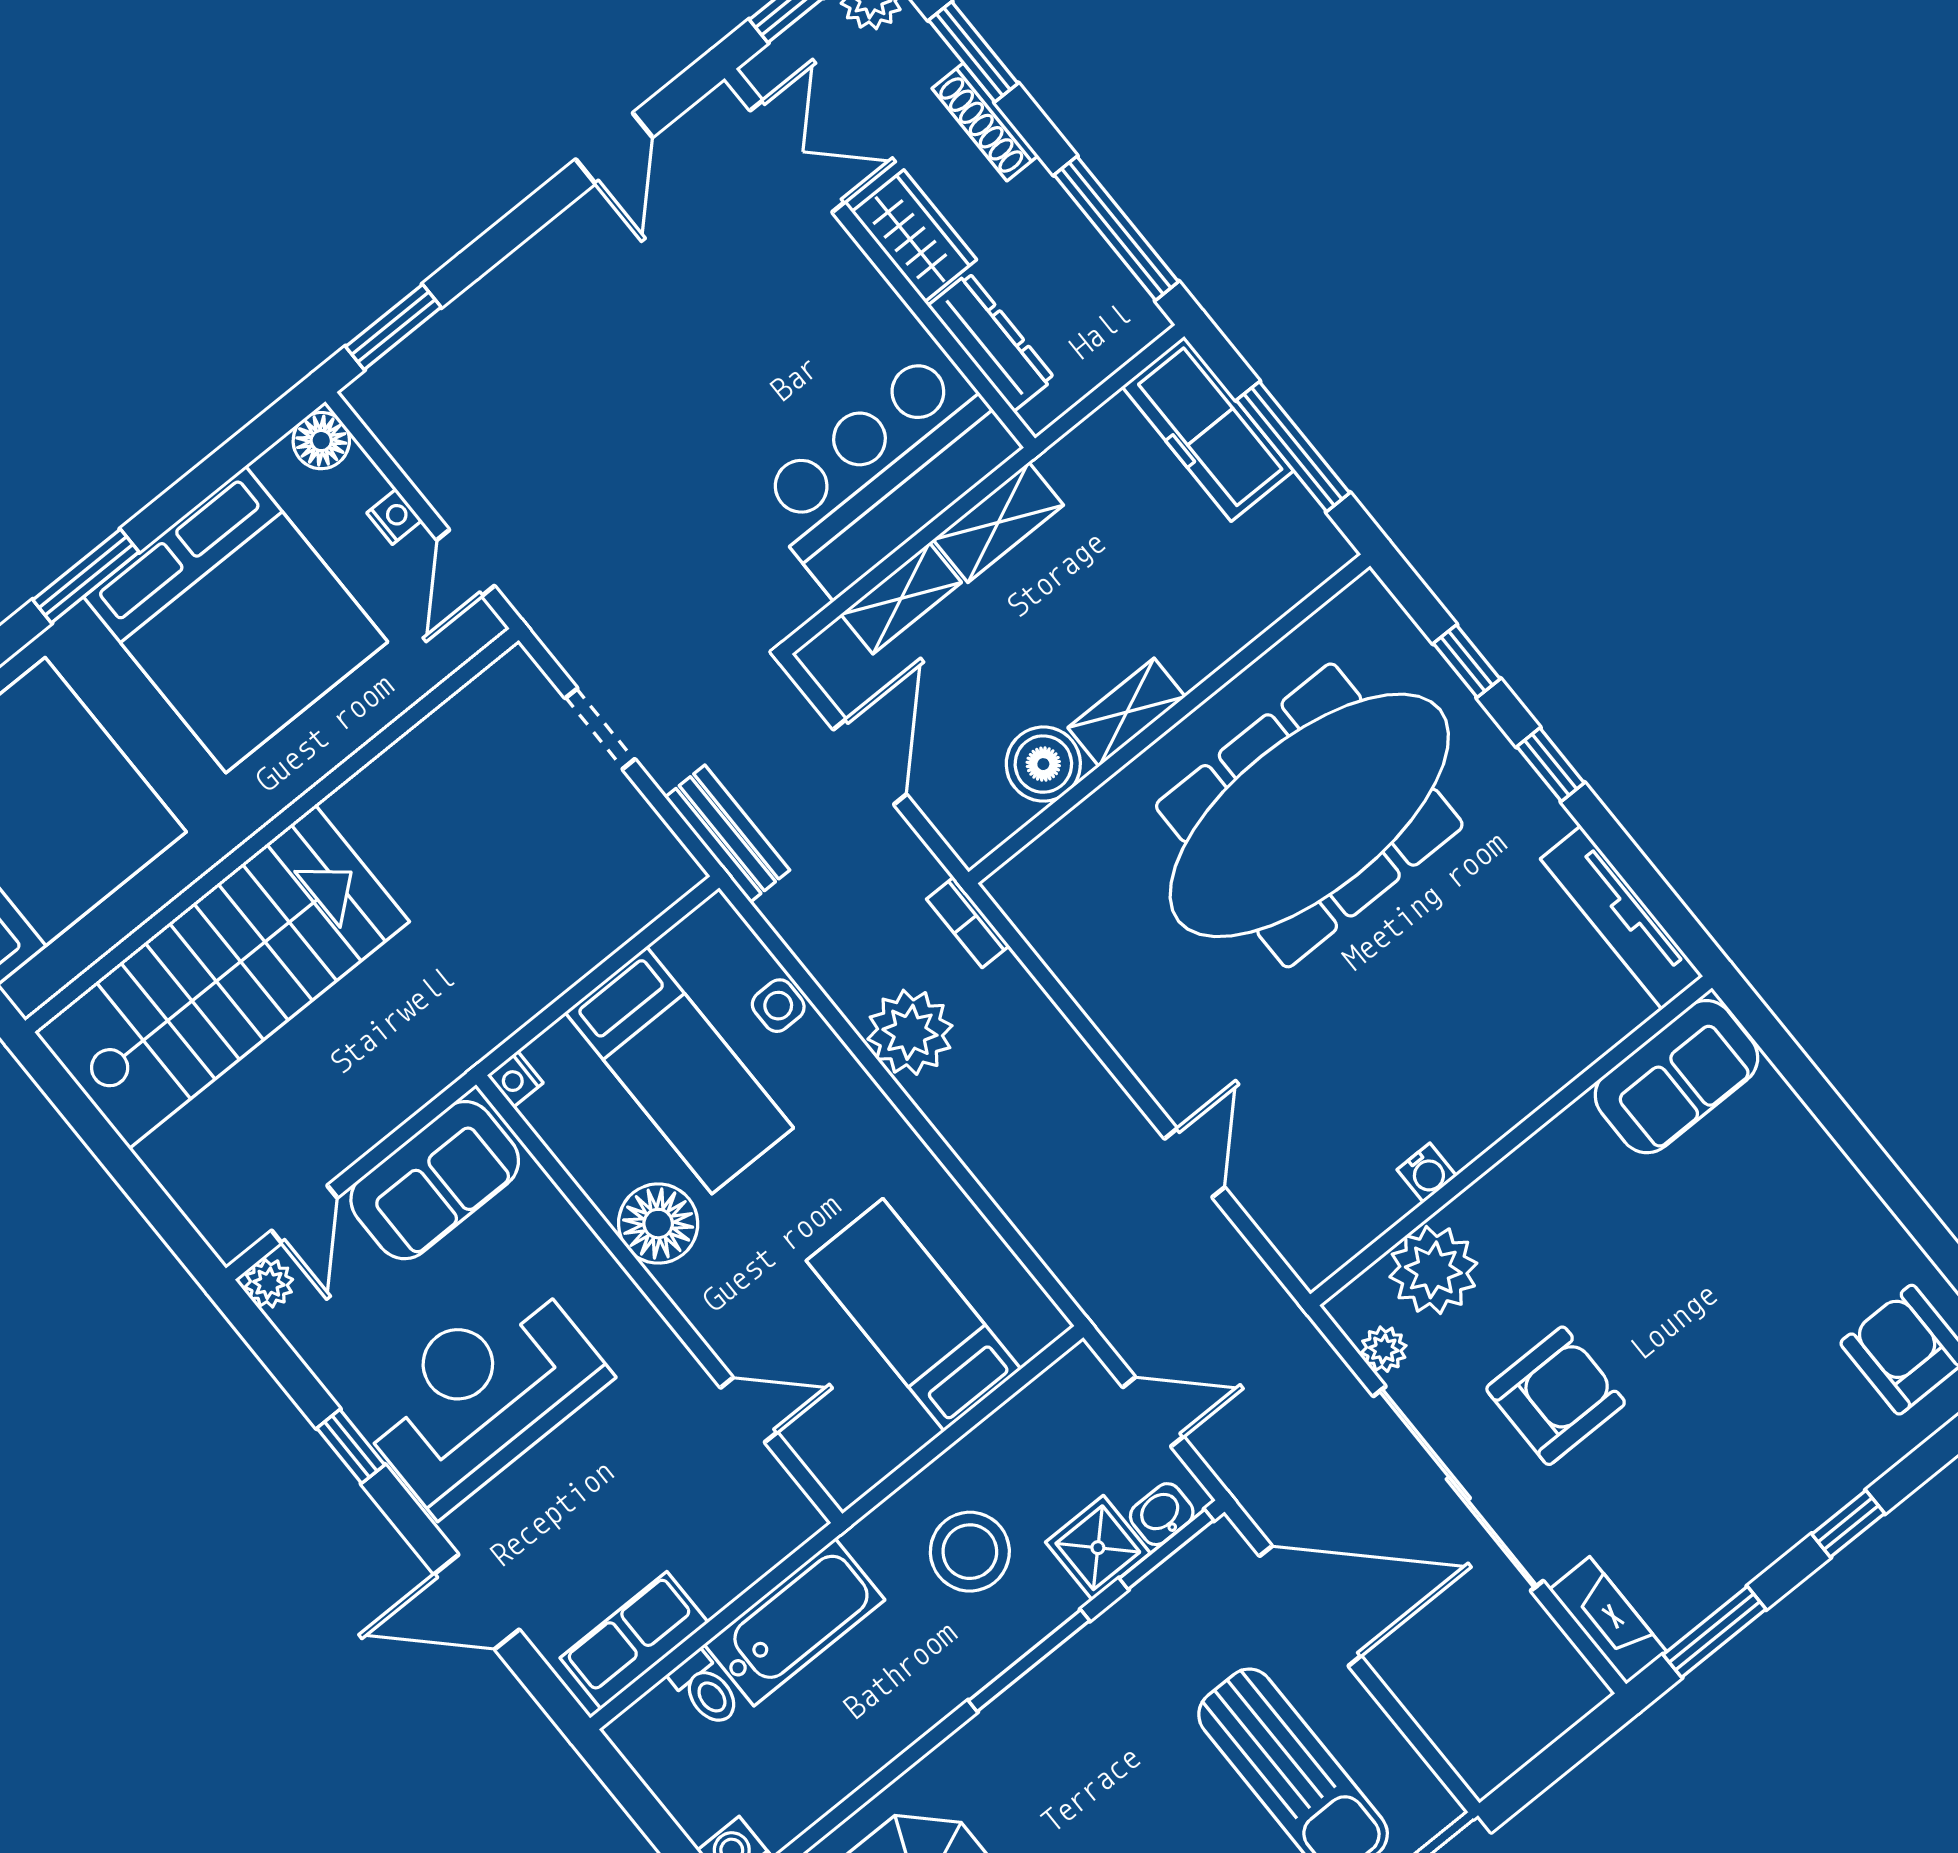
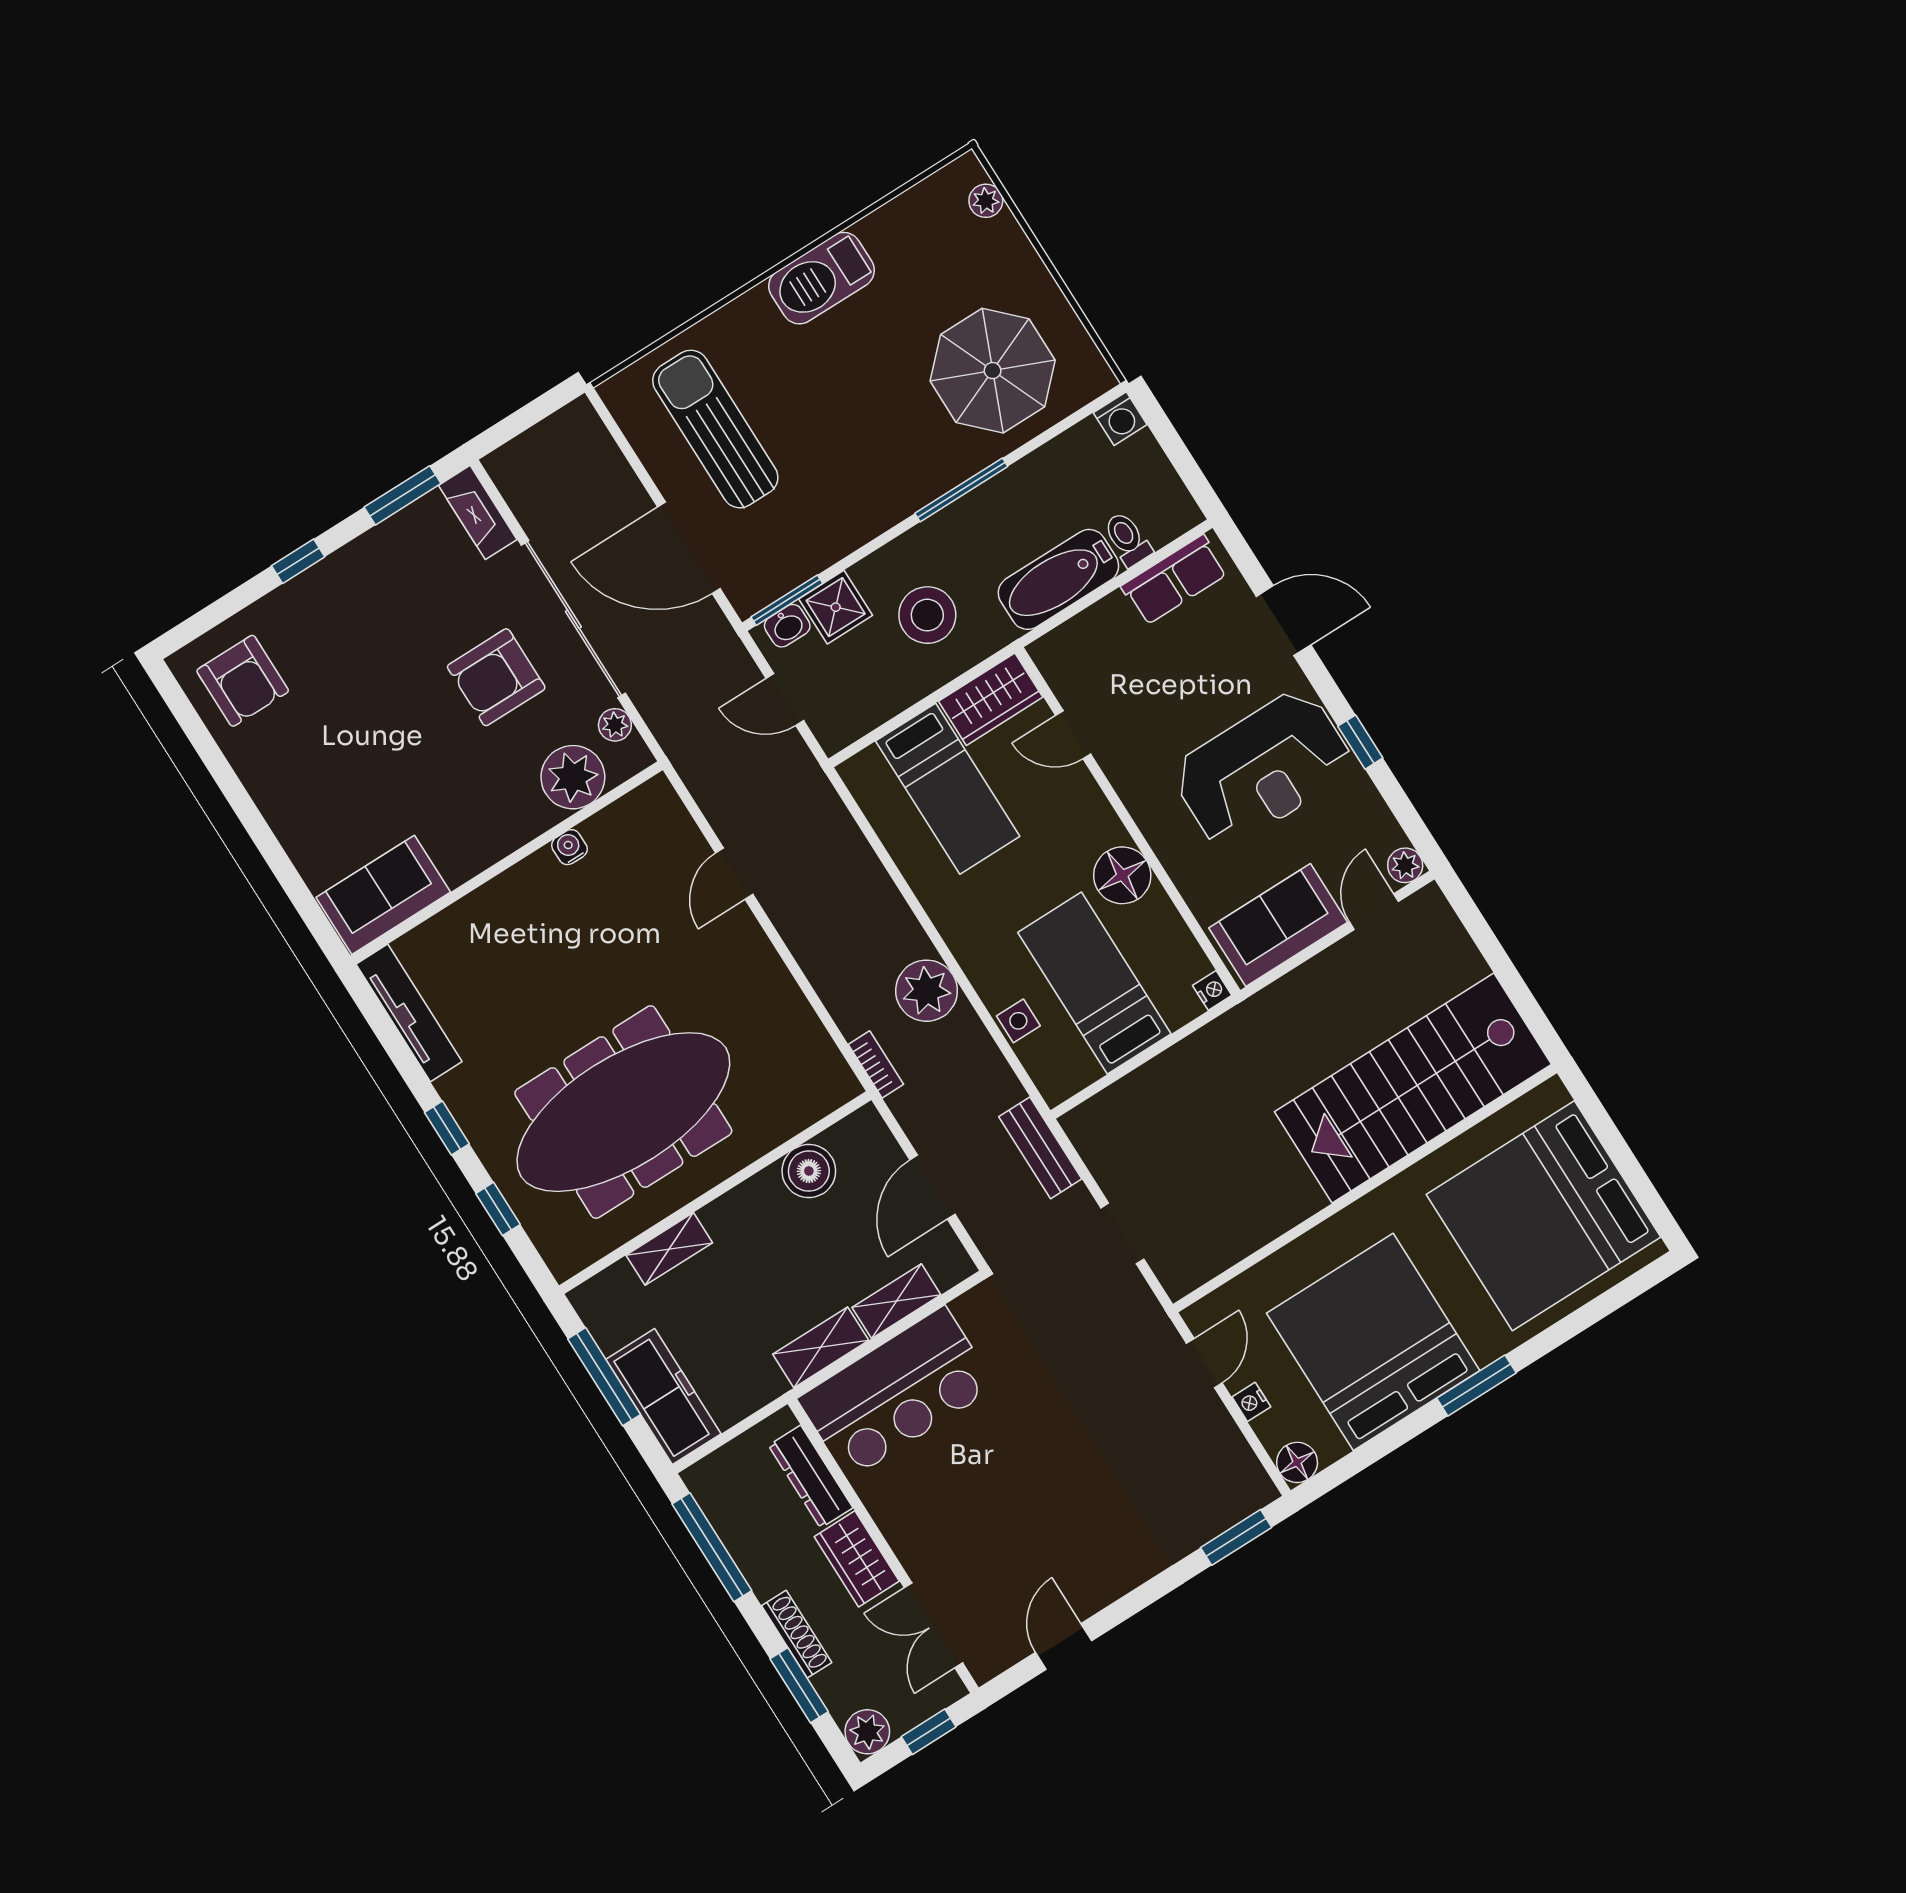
shelving: (1127, 712) -> (669, 1249), moved
wardrobe: (869, 1446) -> (991, 699), added
window: (1029, 1661) -> (961, 490), moved

